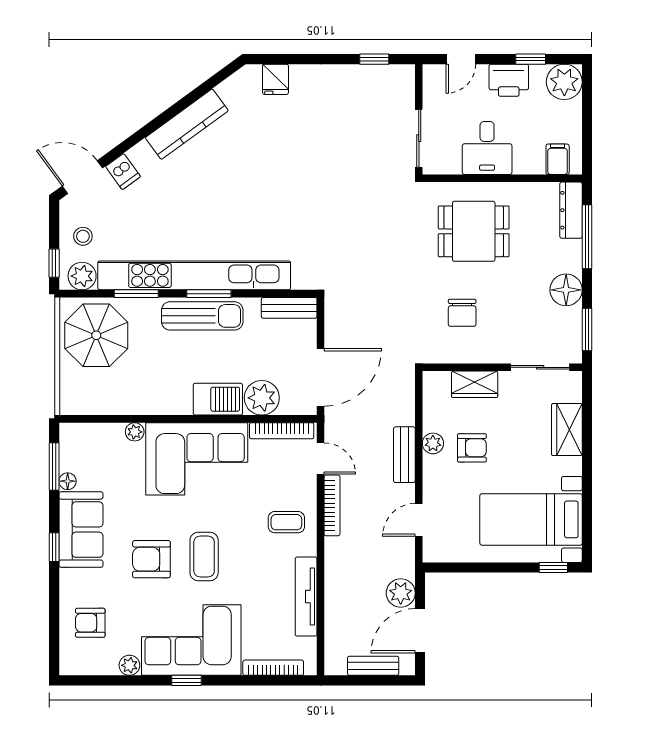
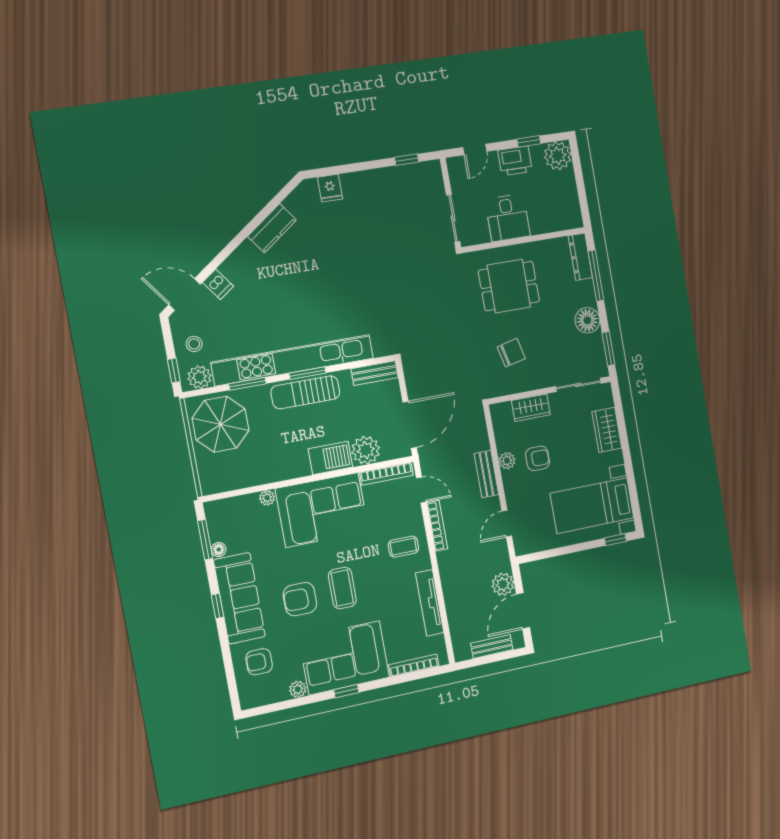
kitchen counter: (187, 124) -> (272, 228), width x0.67
filing cabinet: (558, 159) -> (563, 218), removed
chair: (462, 313) -> (511, 353), turned -103
sun lounger: (202, 316) -> (305, 392), turned 180
sofa: (81, 530) -> (239, 598), width x1.36

